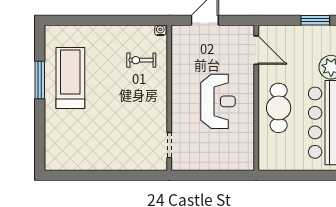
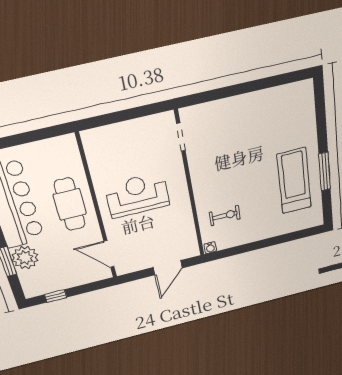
window: (315, 20) -> (56, 296), width x0.67
treadmill: (70, 78) -> (294, 181), turned 180
reception desk: (218, 101) -> (137, 195), turned 90

